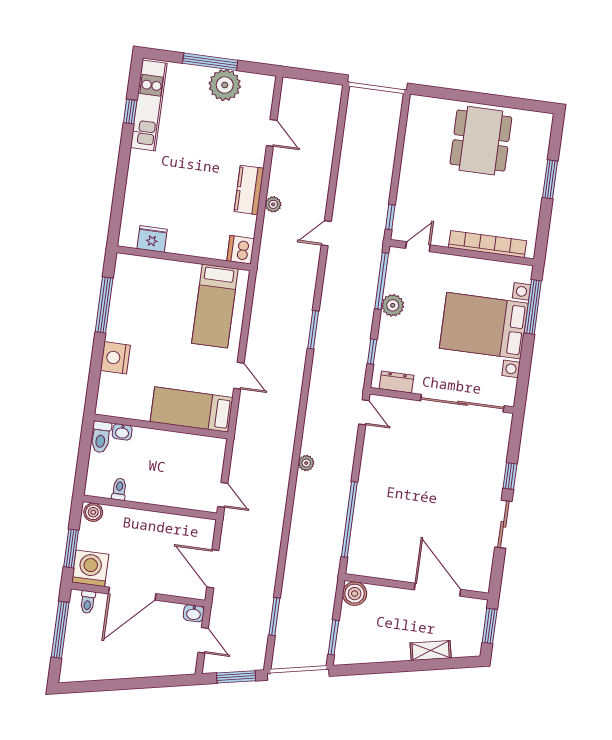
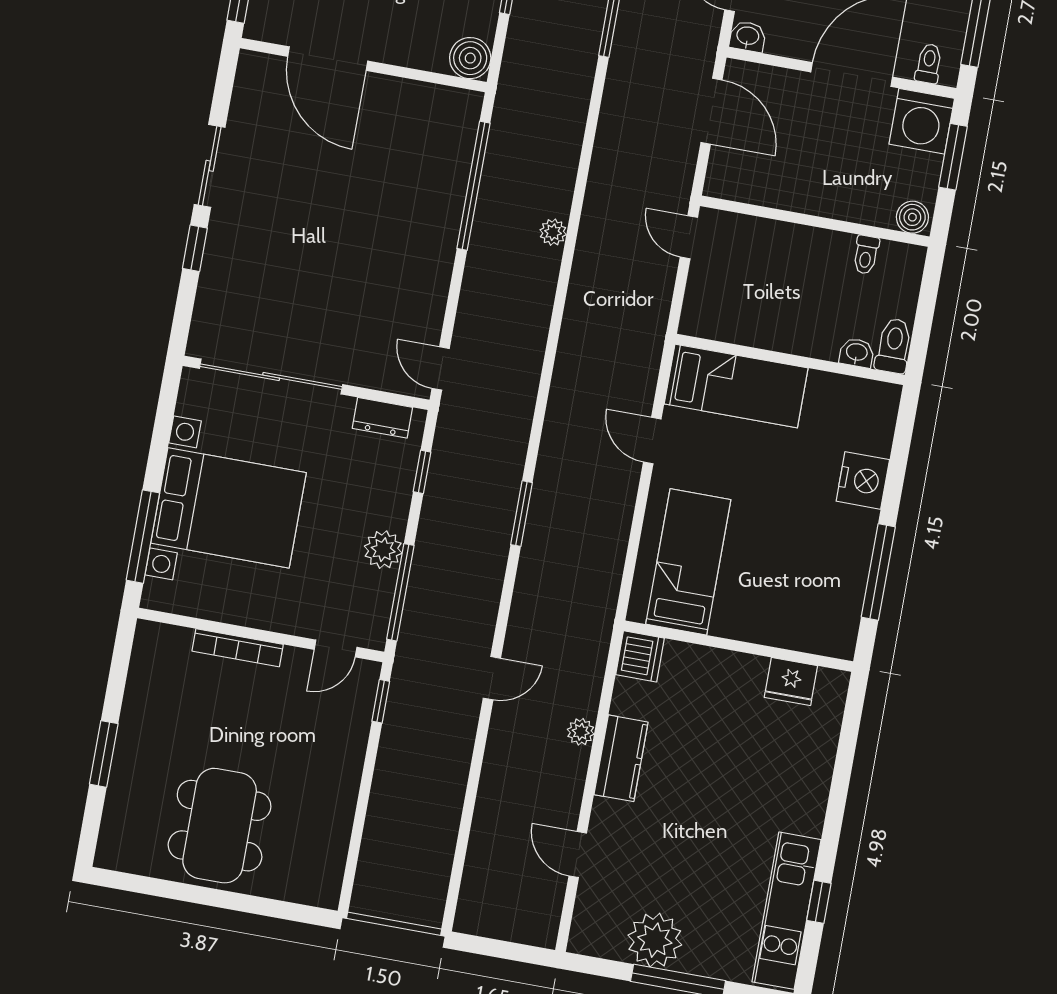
bookcase: (487, 244) -> (238, 648), width x0.68, depth x0.76
plant: (306, 463) -> (553, 232), moved

